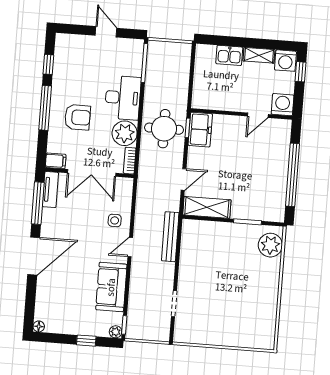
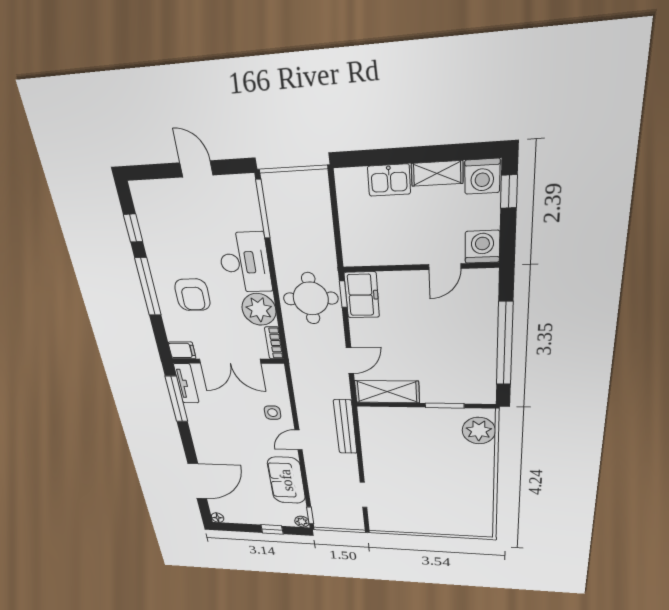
armchair: (77, 117) -> (192, 295), turned 90
door: (34, 256) -> (197, 481), moved

